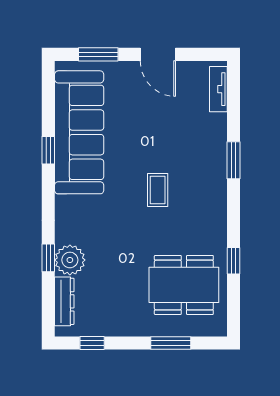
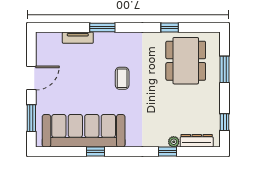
tv unit: (218, 89) -> (78, 38), moved
coffee table: (158, 190) -> (122, 78), turned 90
plant: (70, 260) -> (174, 142), width x0.53, depth x0.53

